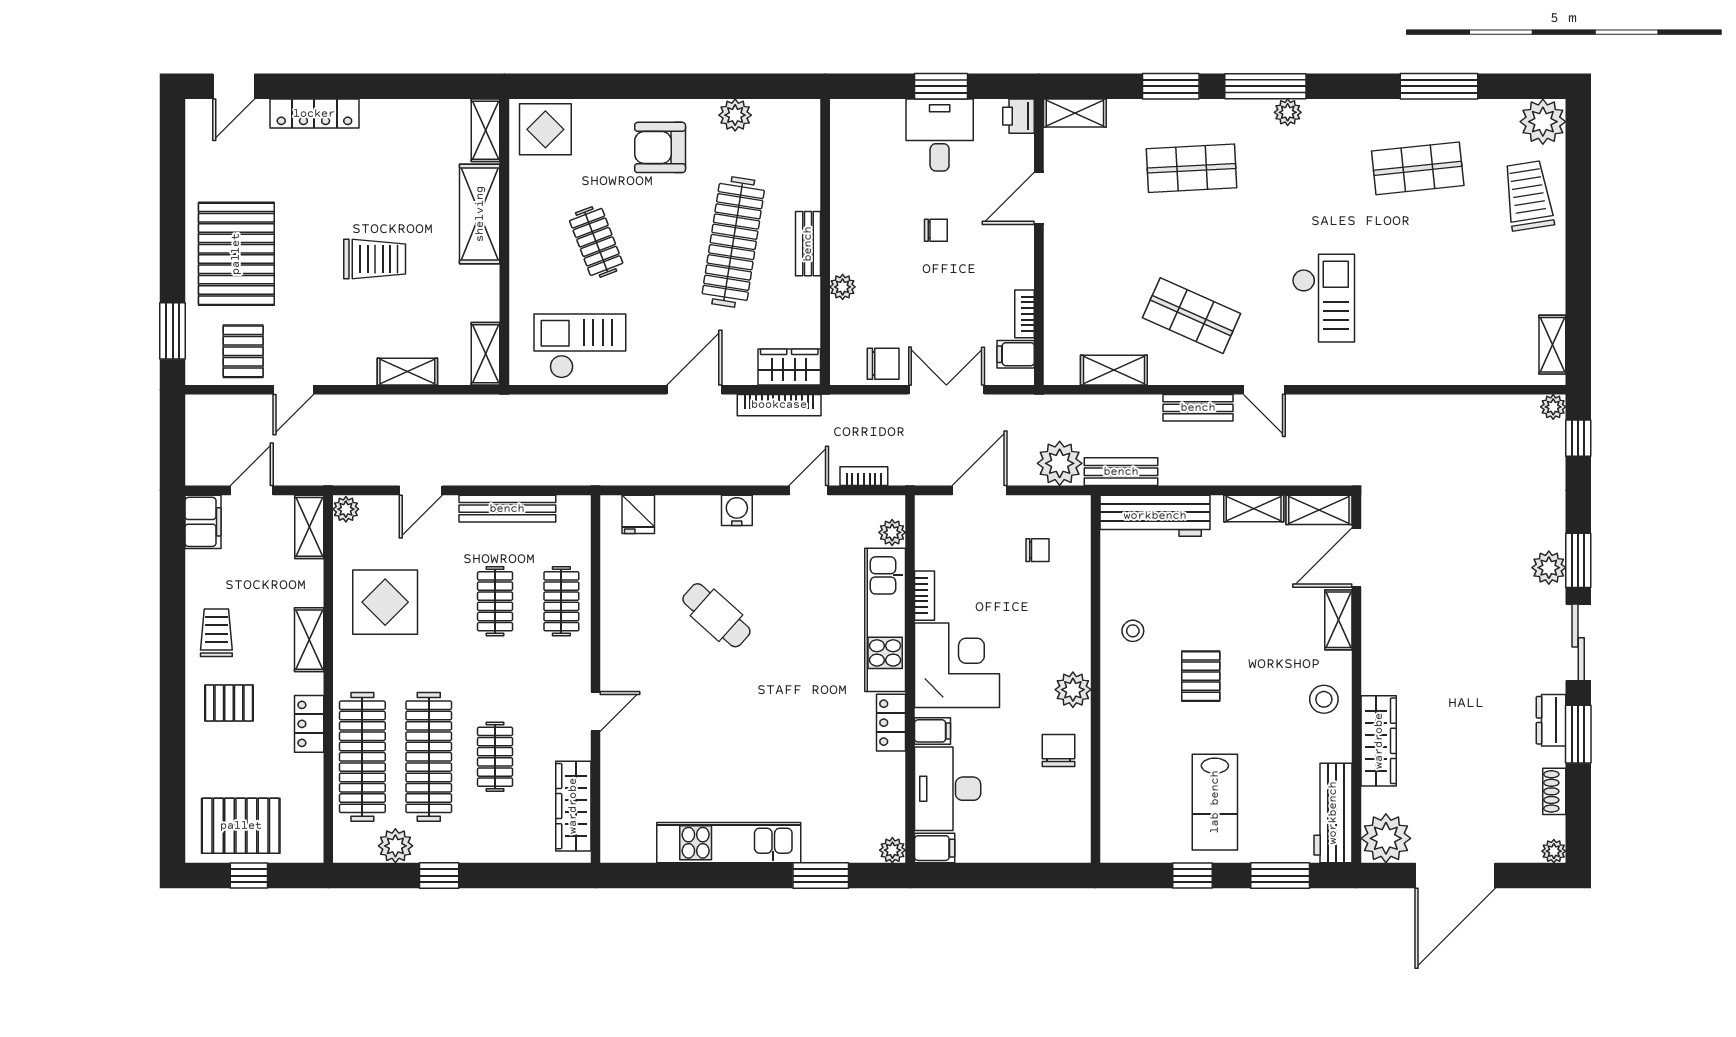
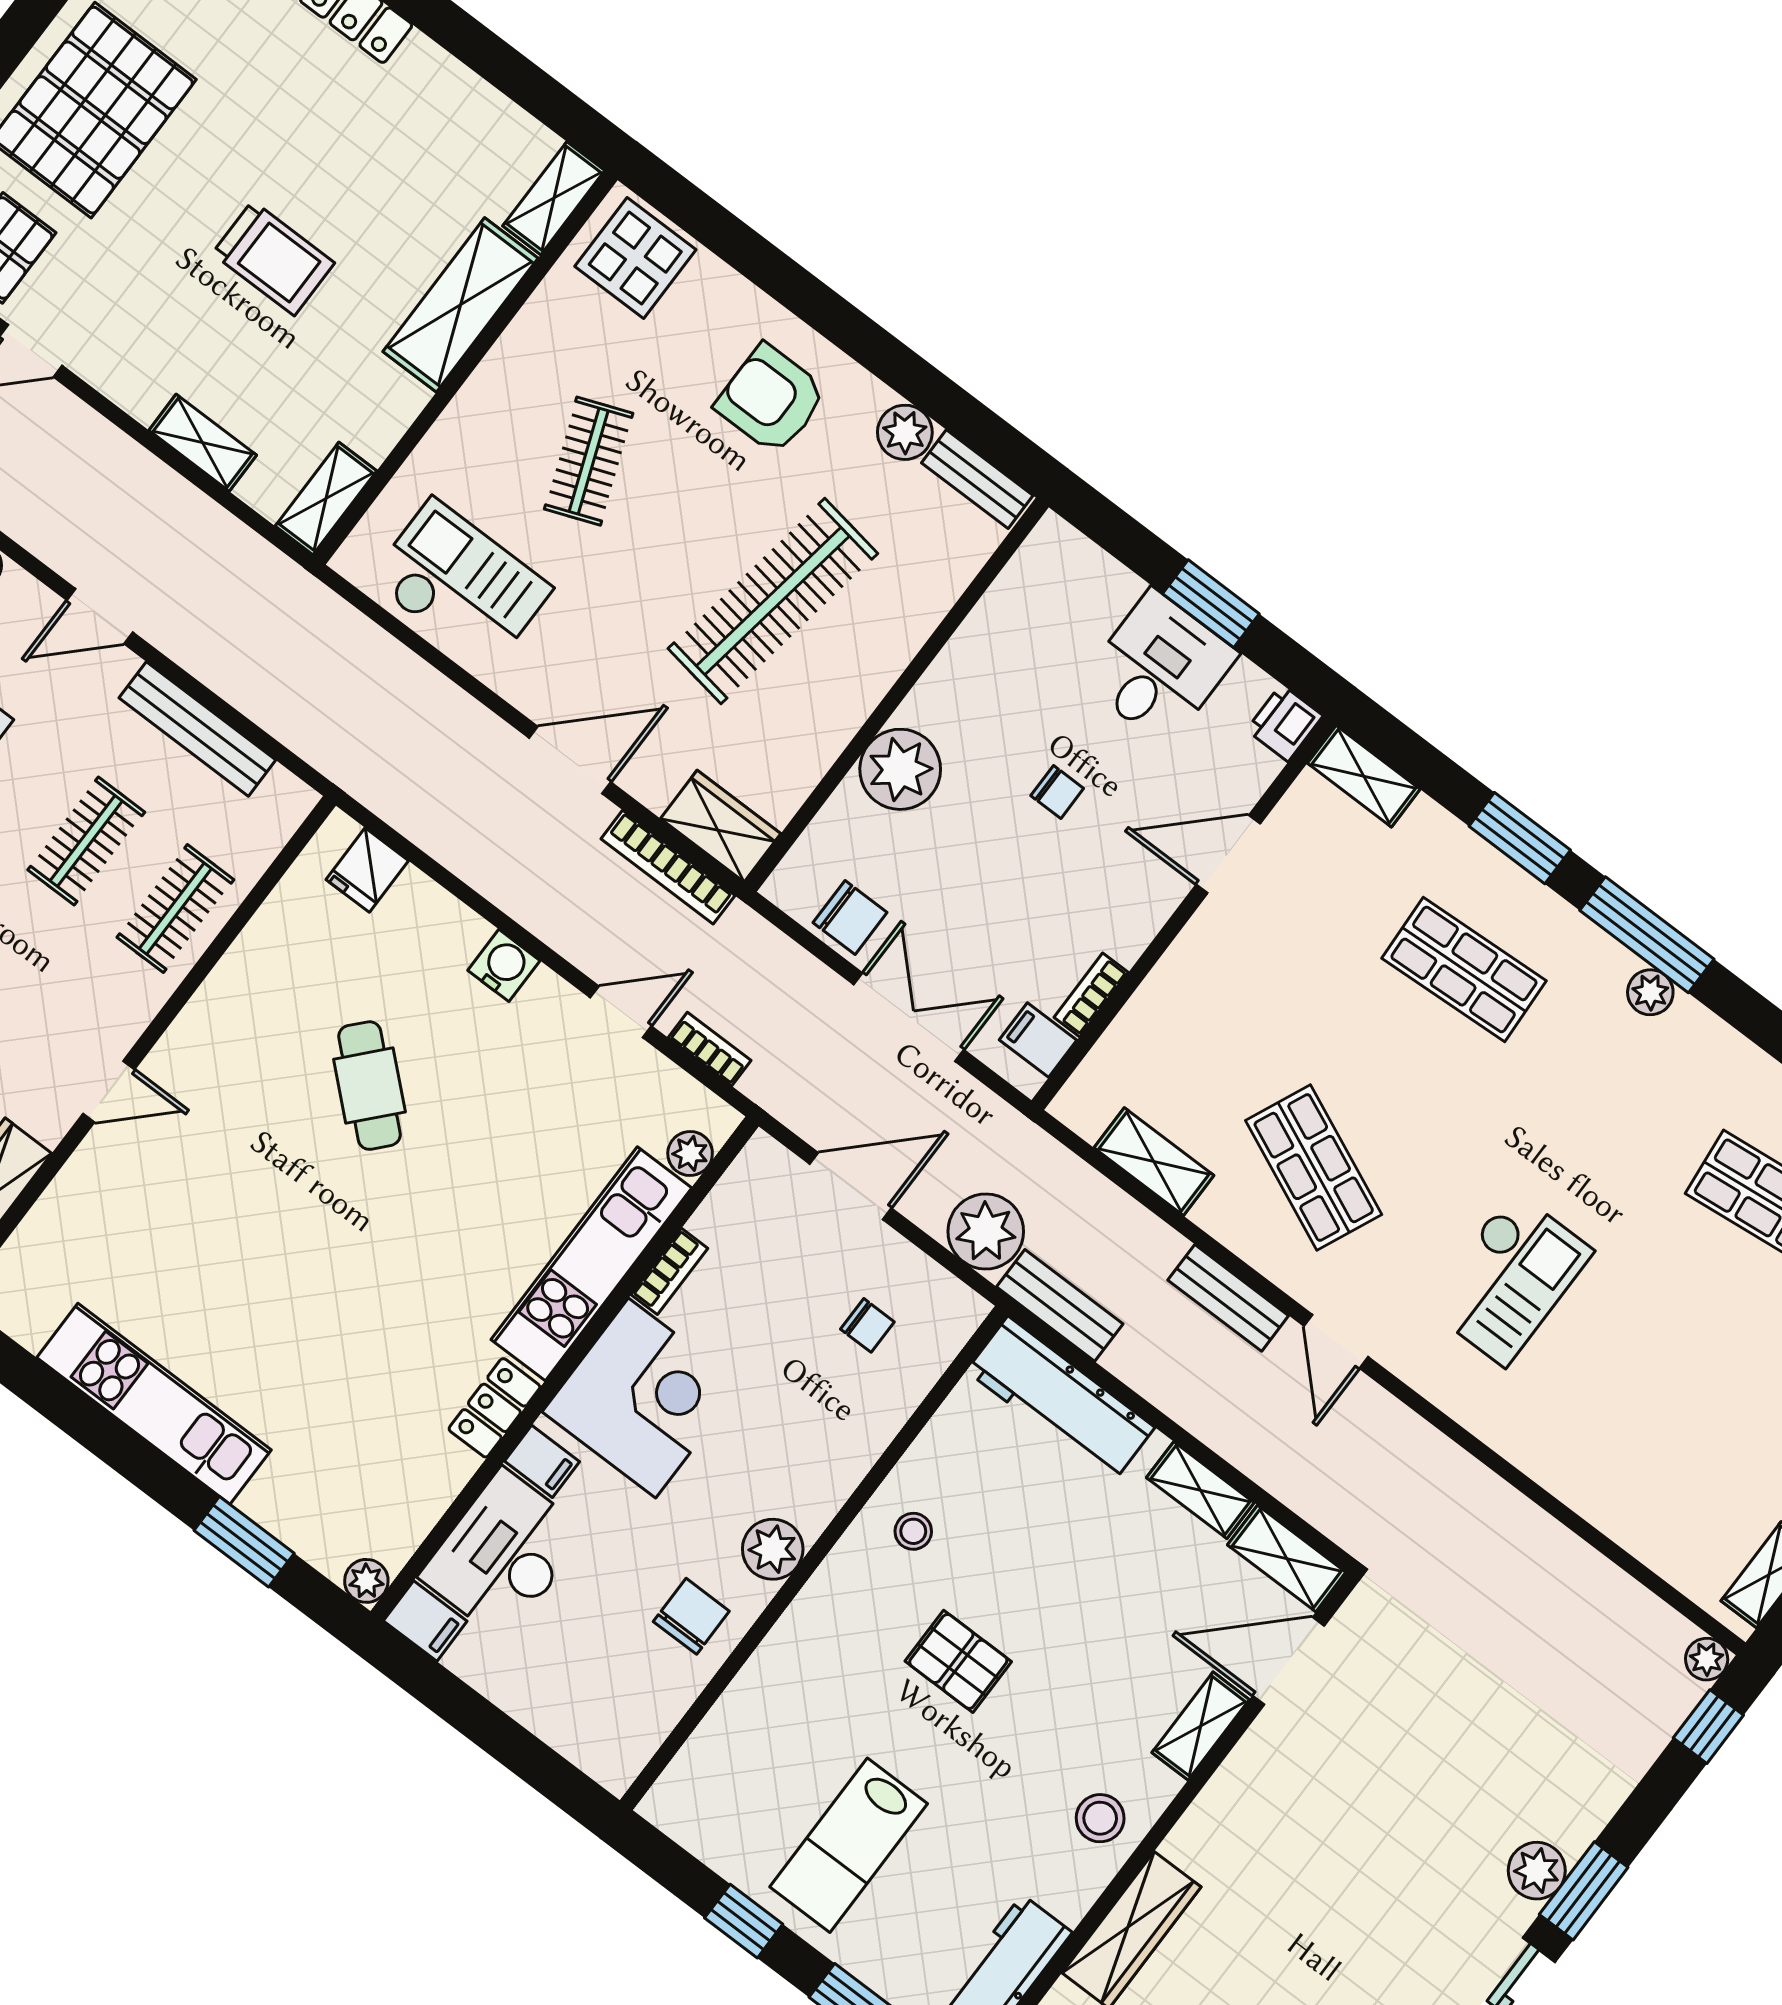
bench: (808, 244) -> (977, 479), moved, turned 90
plant: (843, 287) -> (900, 769), width x1.87, depth x1.87
pallet: (1201, 676) -> (958, 1661), turned 90

